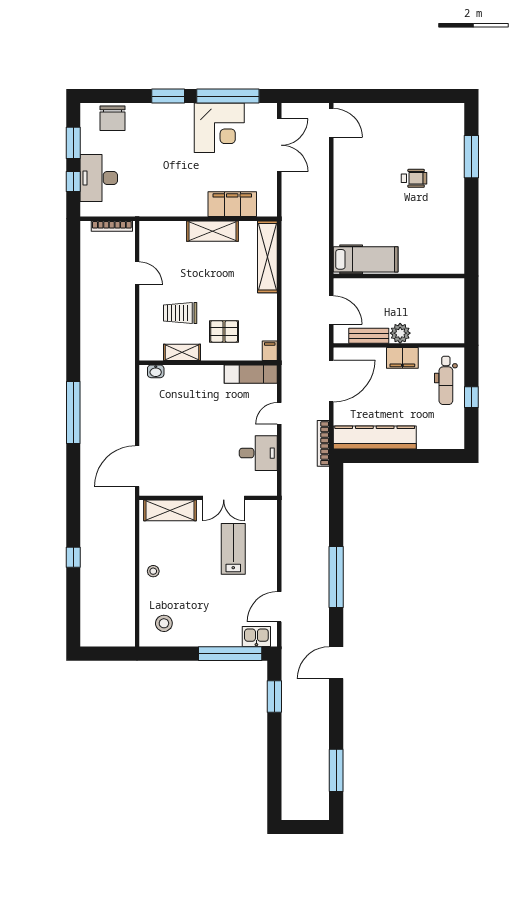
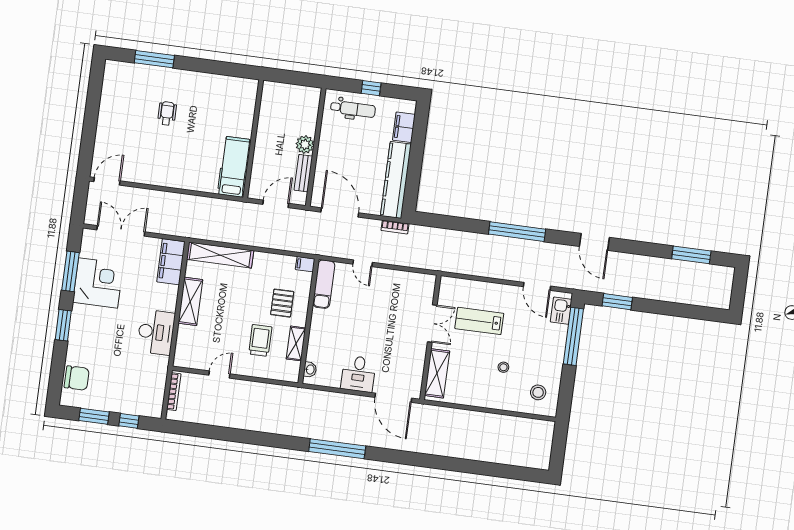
window: (228, 96) -> (70, 271), width x0.68
desk: (99, 178) -> (156, 332), moved, turned -90
filing cabinet: (232, 204) -> (171, 262), moved
trolley: (180, 313) -> (260, 340), turned 180
filing cabinet: (402, 358) -> (404, 127), moved, turned 180
bookcase: (323, 443) -> (395, 227), width x0.64
desk: (258, 453) -> (358, 374), moved, turned 180
window: (73, 557) -> (468, 466), removed
stool: (153, 571) -> (503, 367), moved

